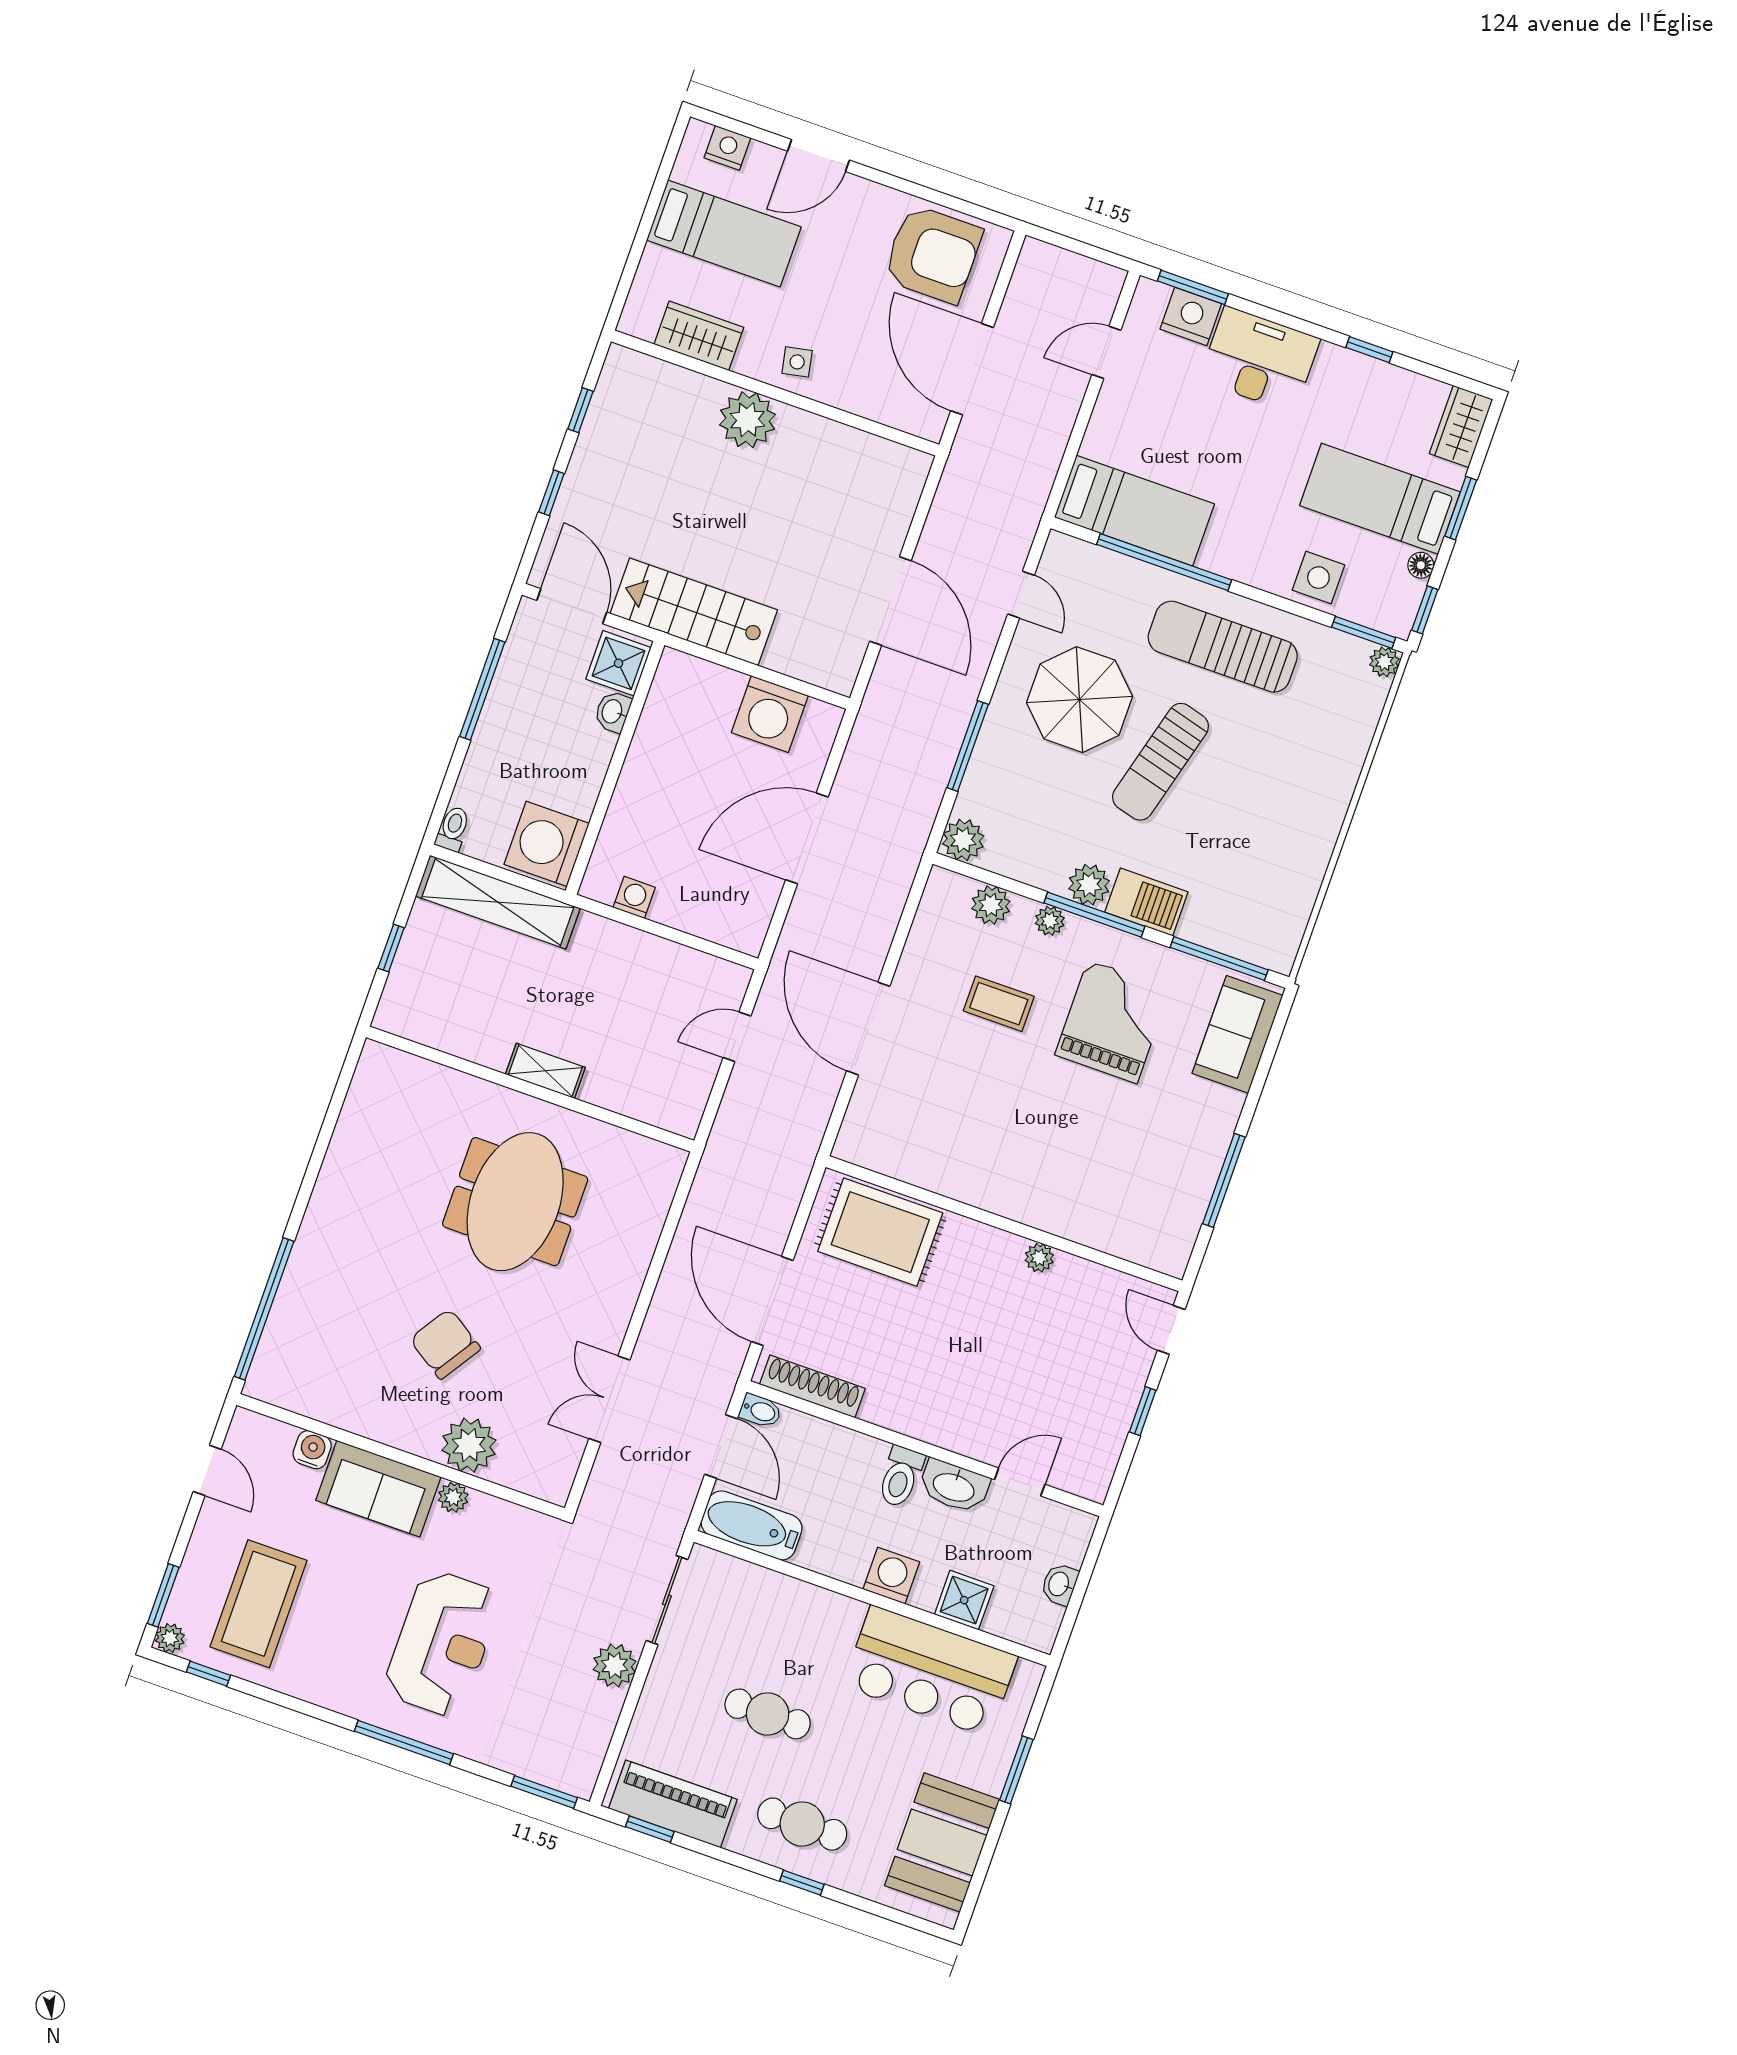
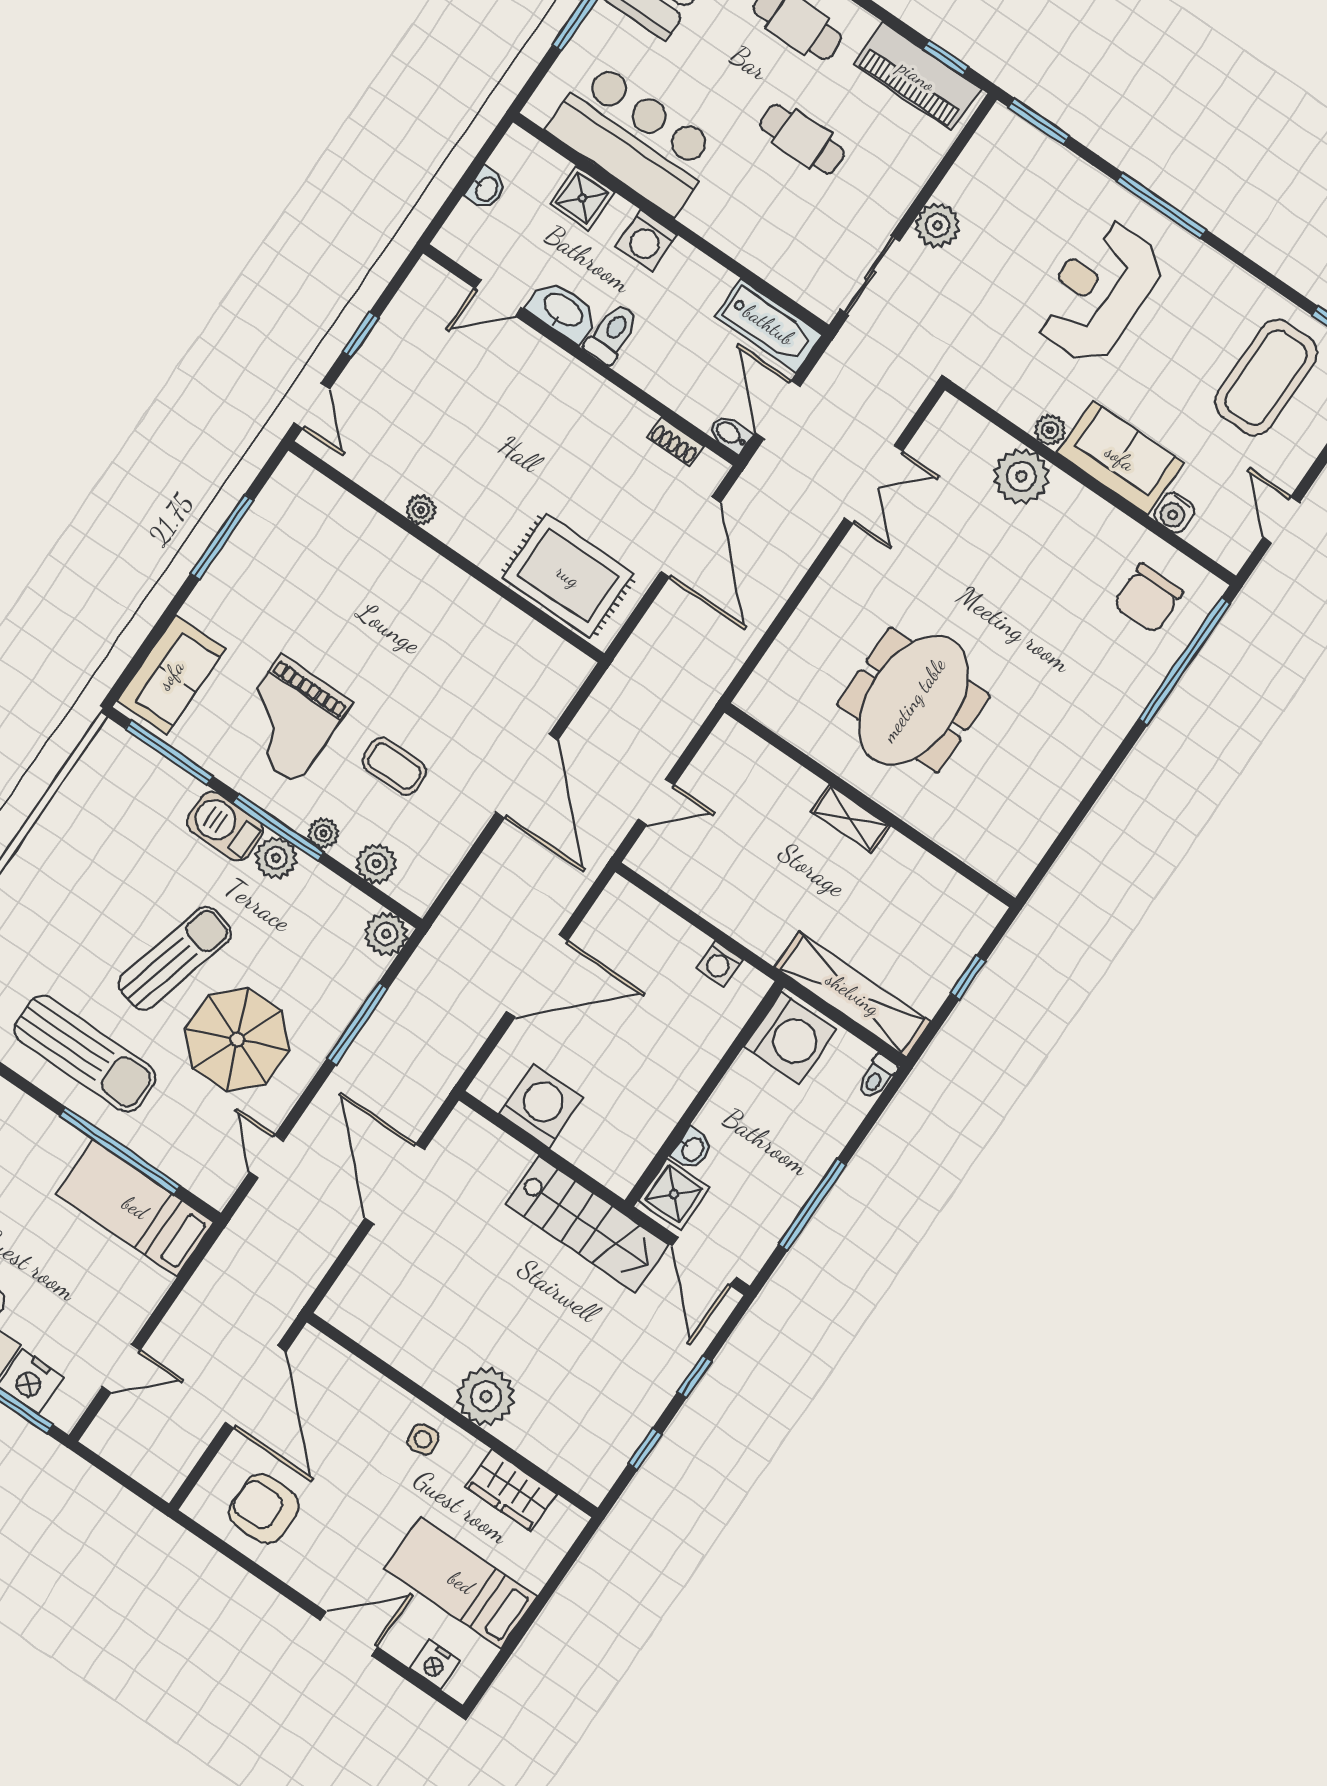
armchair: (933, 254) -> (264, 1509), width x0.73, depth x0.73
chair: (445, 1344) -> (1148, 598), moved, turned 57
shoe rack: (812, 1386) -> (676, 442), width x0.51, depth x0.81

